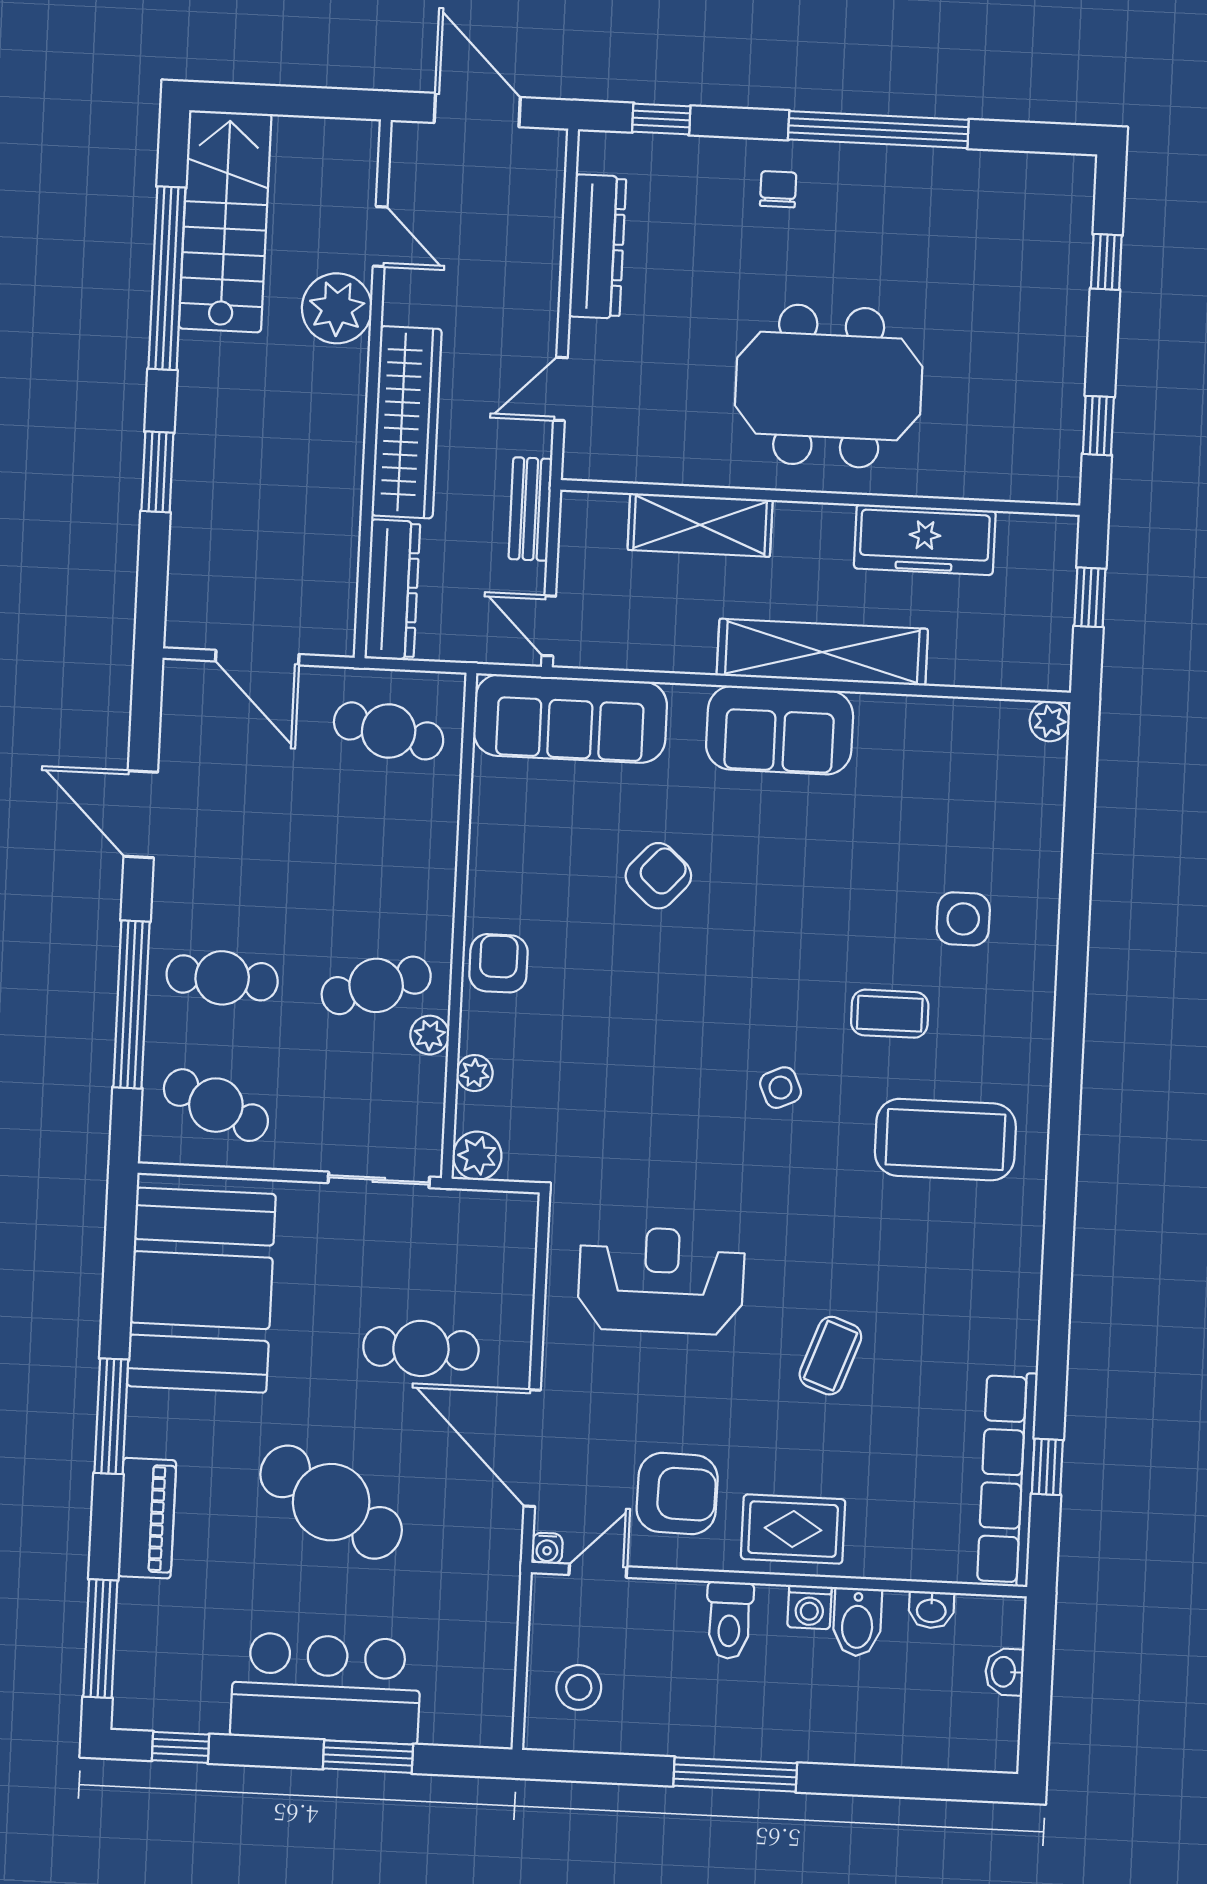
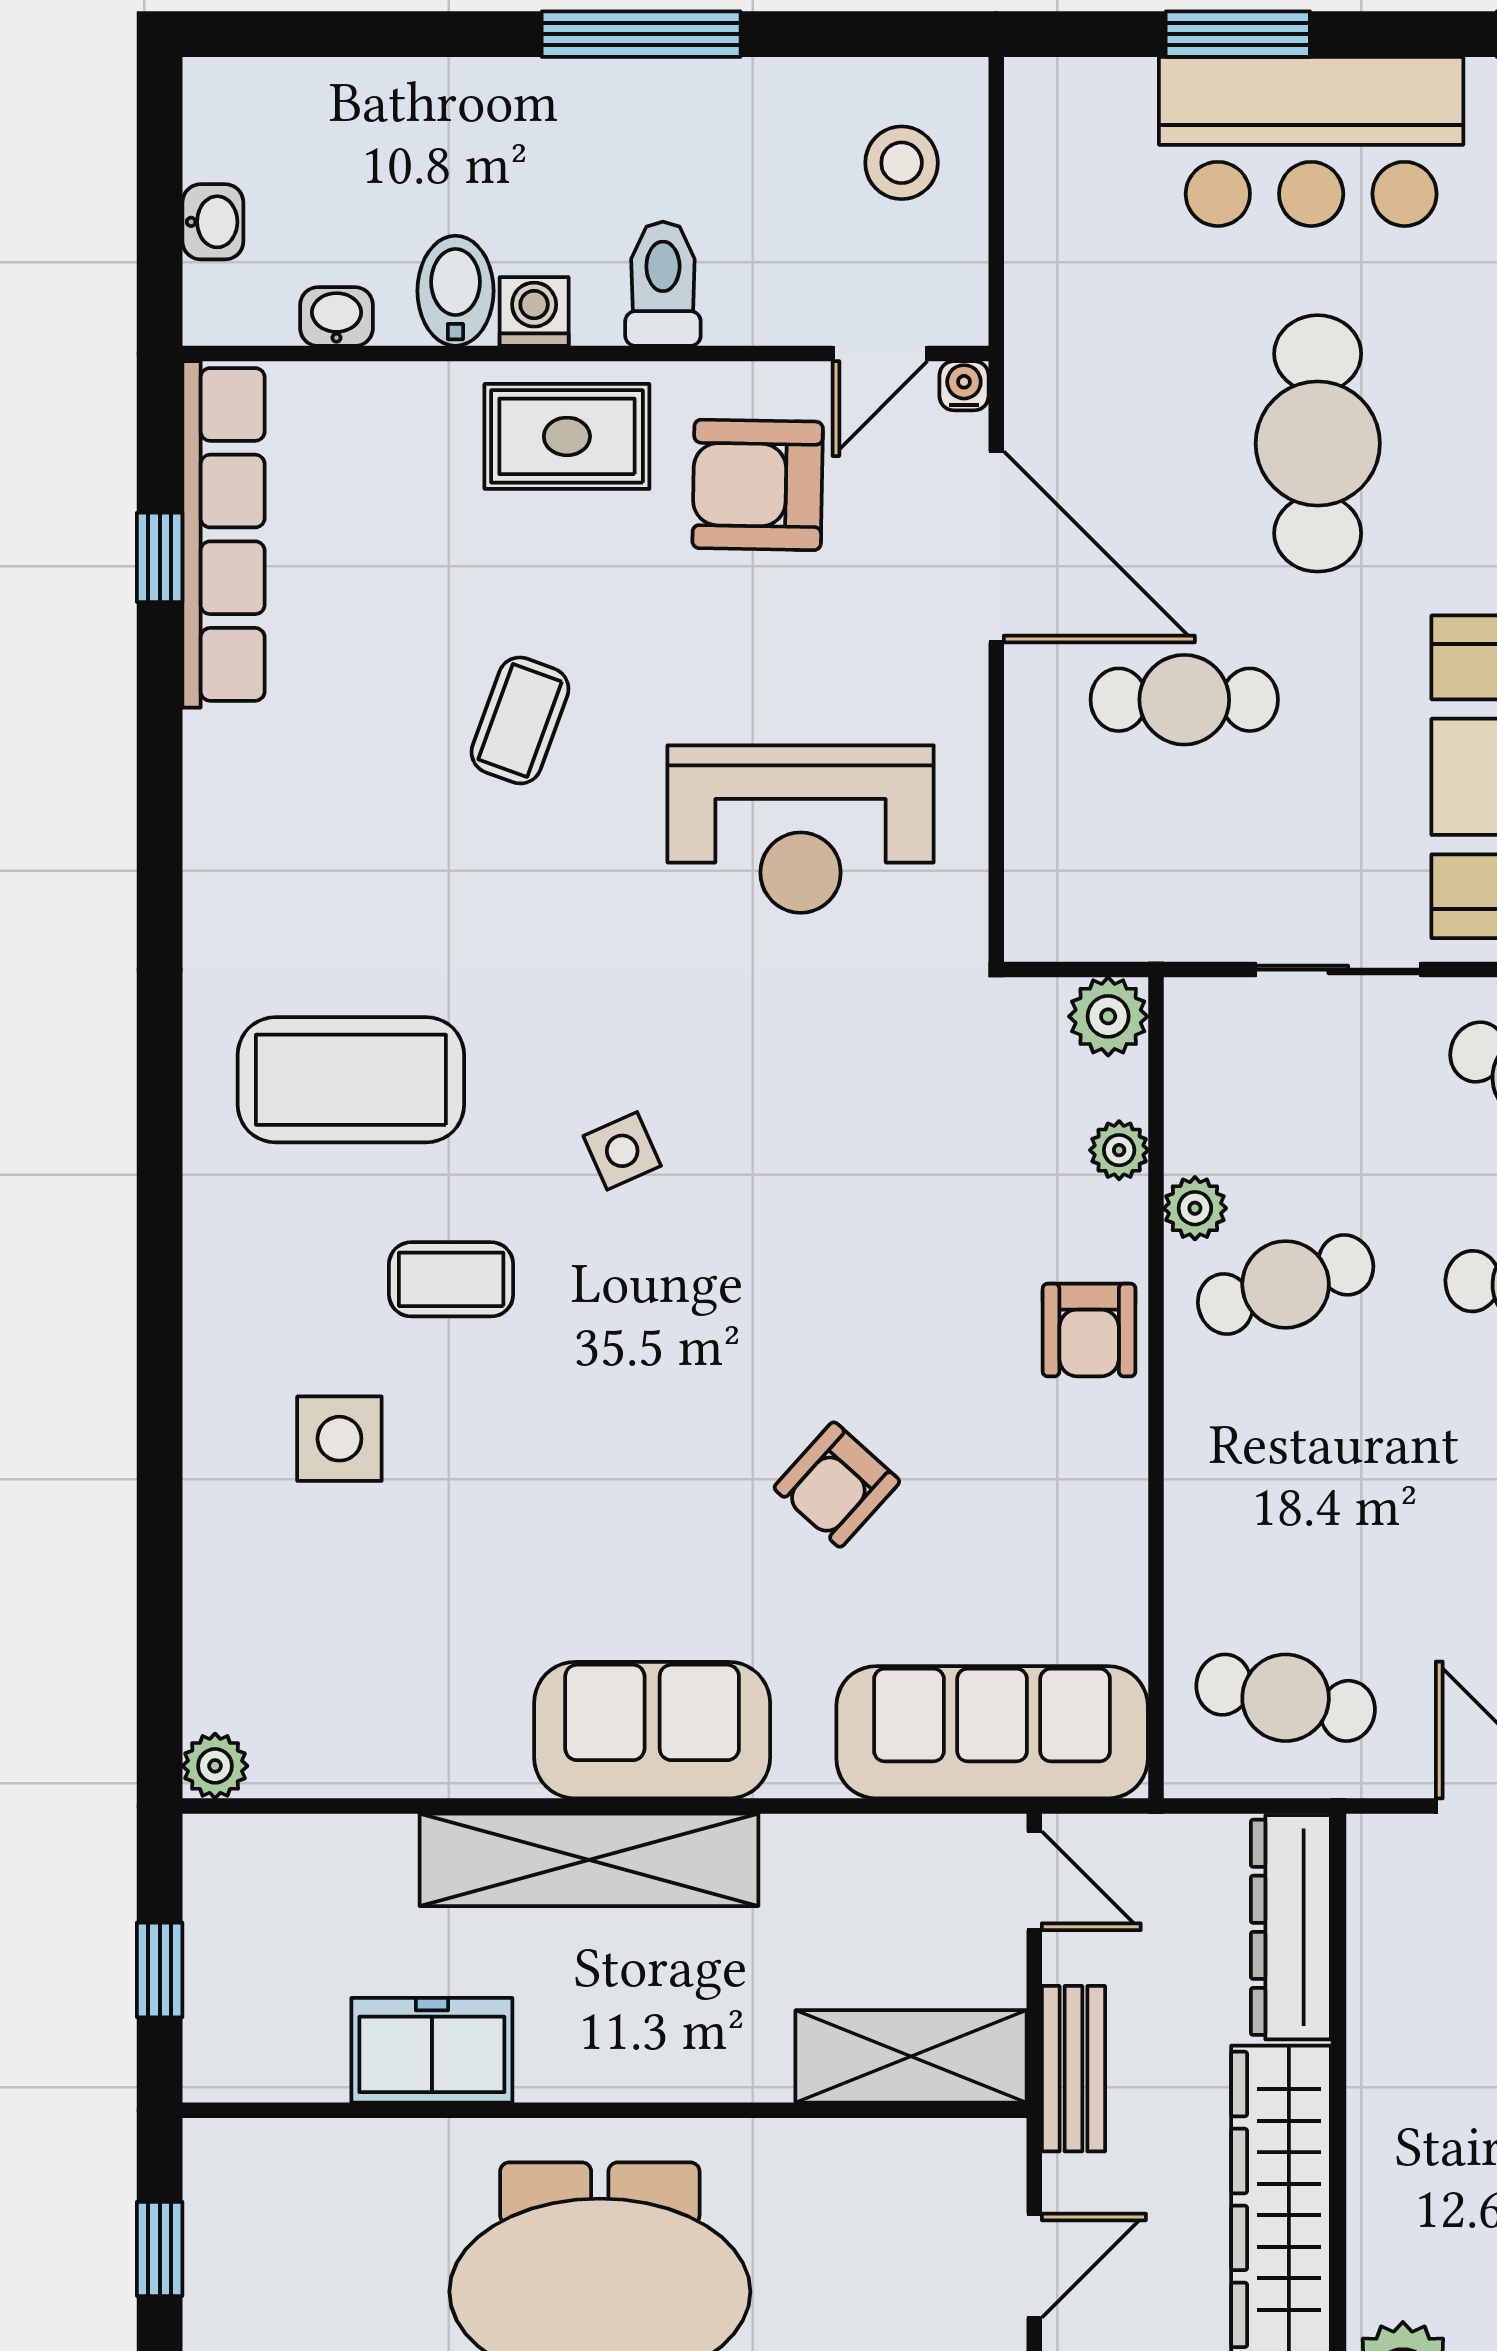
shelving: (700, 525) -> (911, 2056), moved
freezer: (925, 540) -> (432, 2050), width x0.71
sliding door: (379, 1180) -> (1338, 970), moved
cafe table: (331, 1502) -> (1318, 443), turned 59

